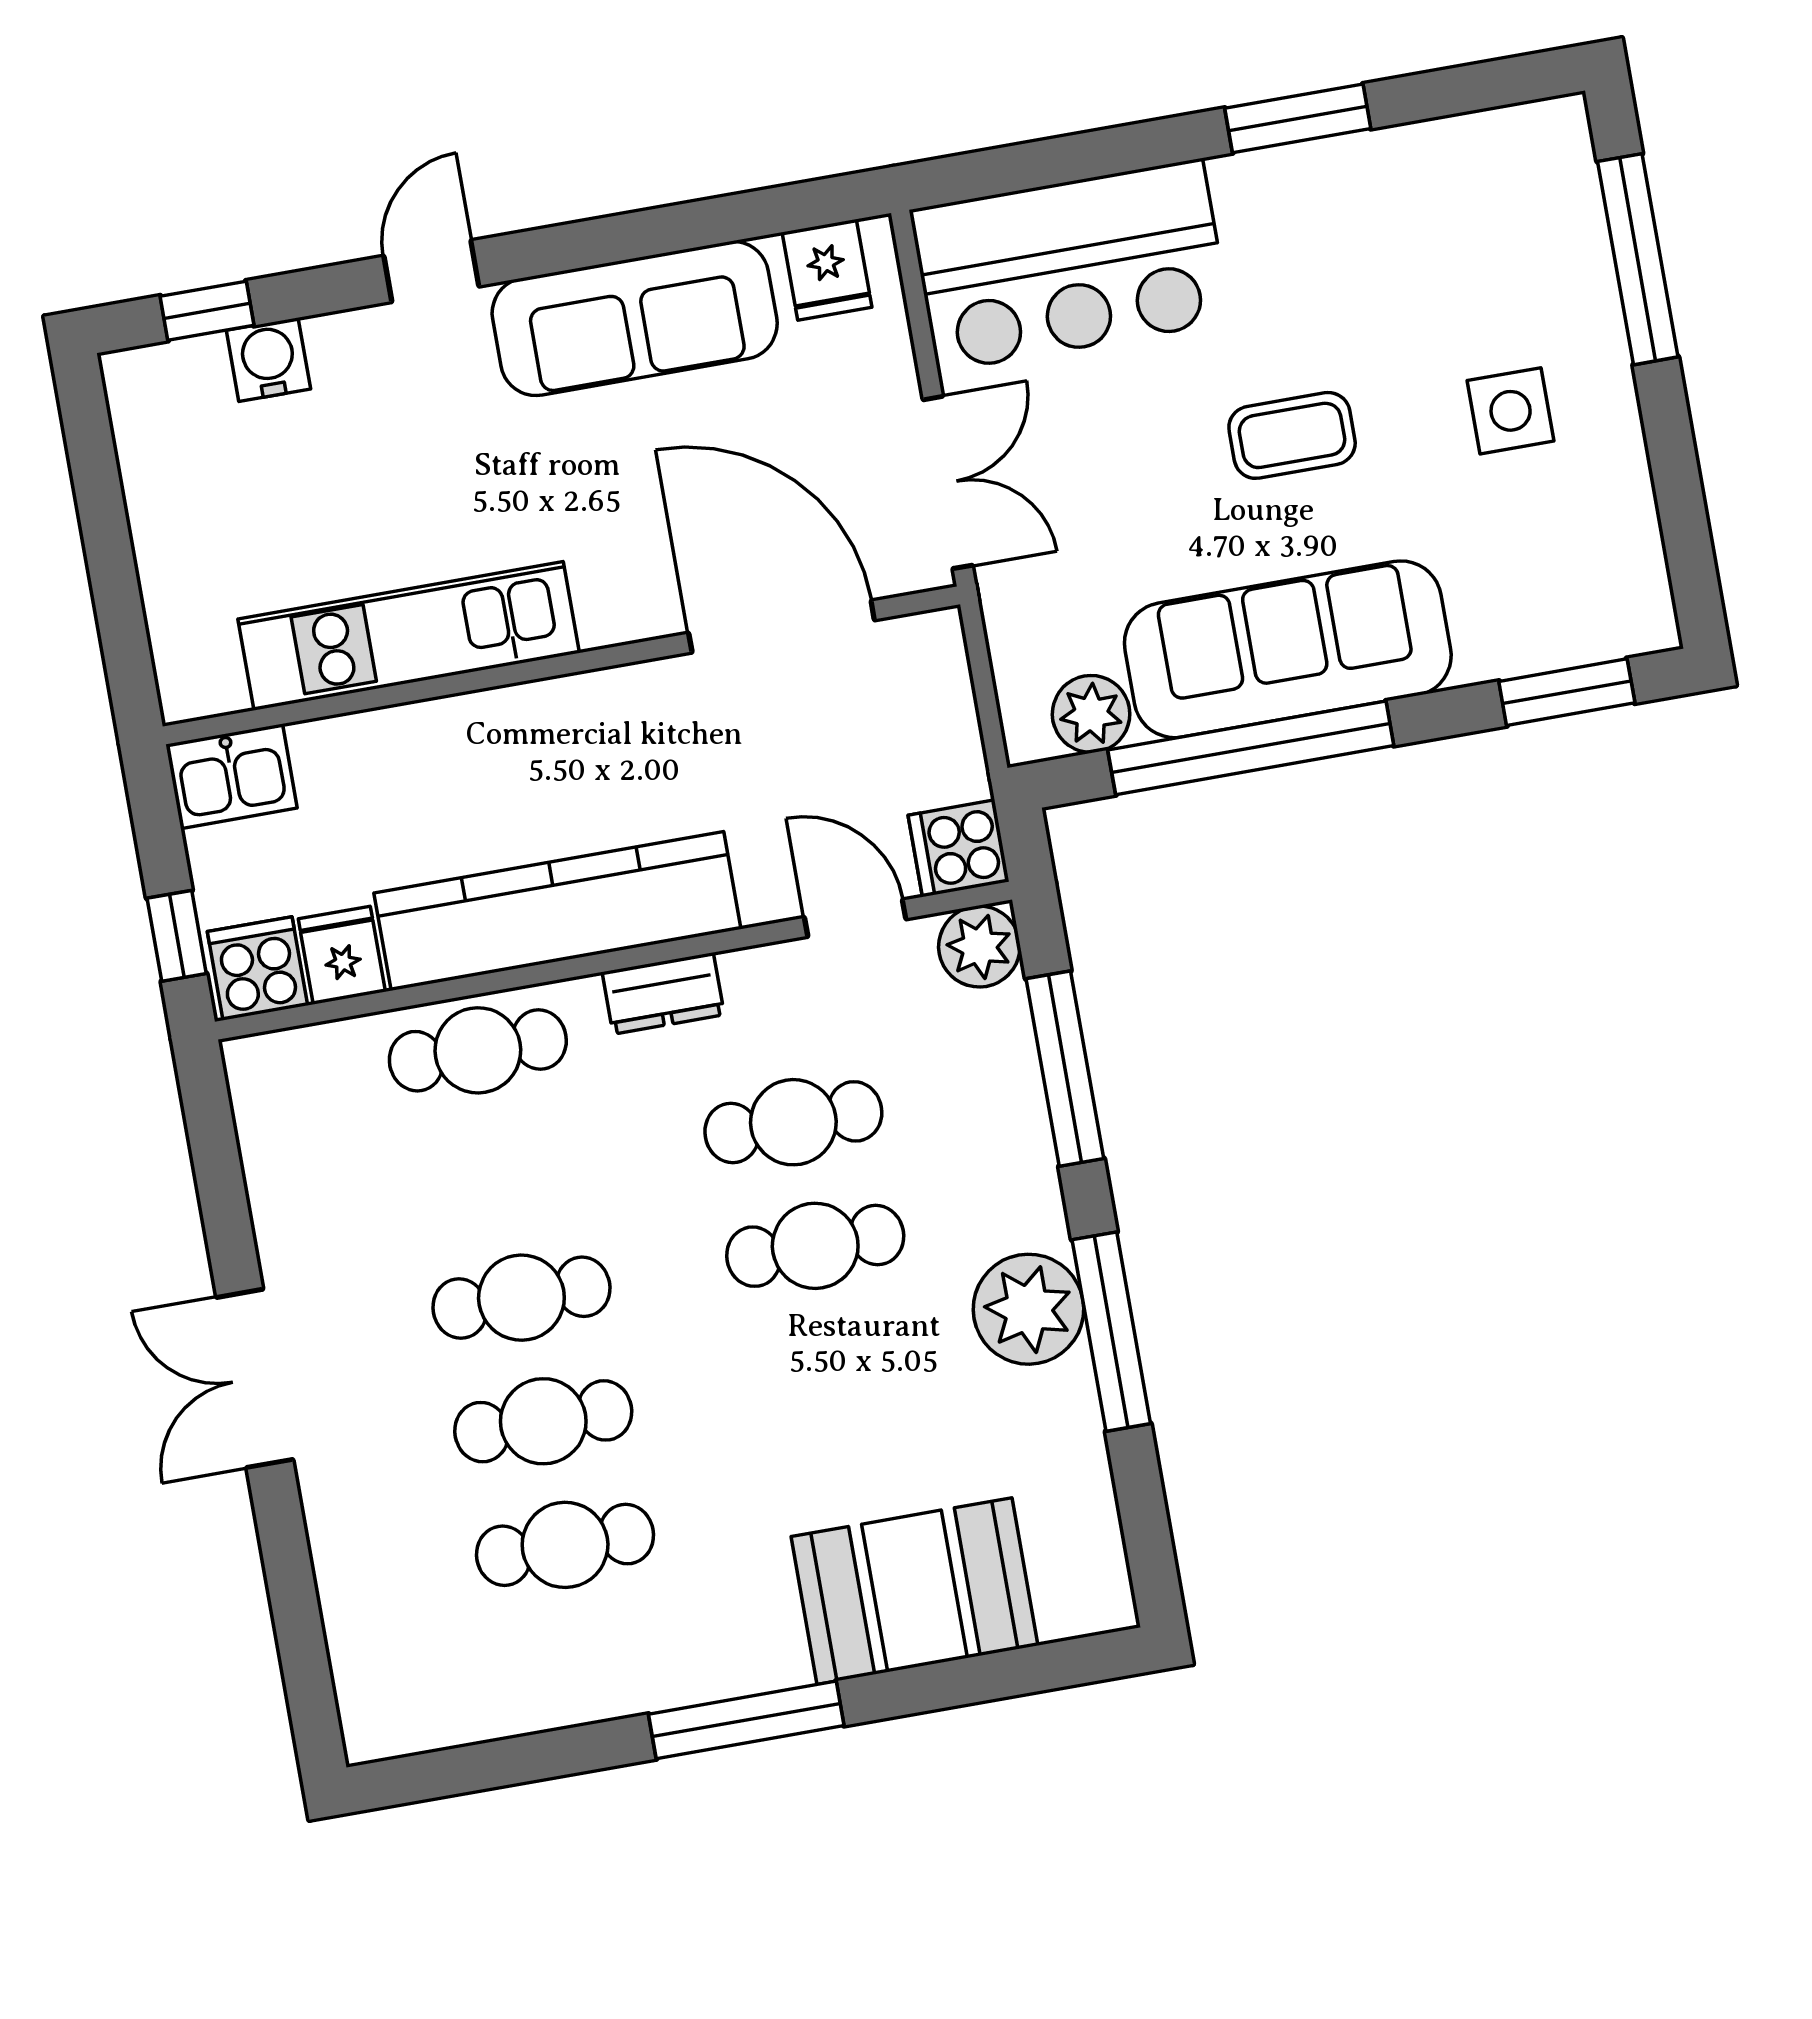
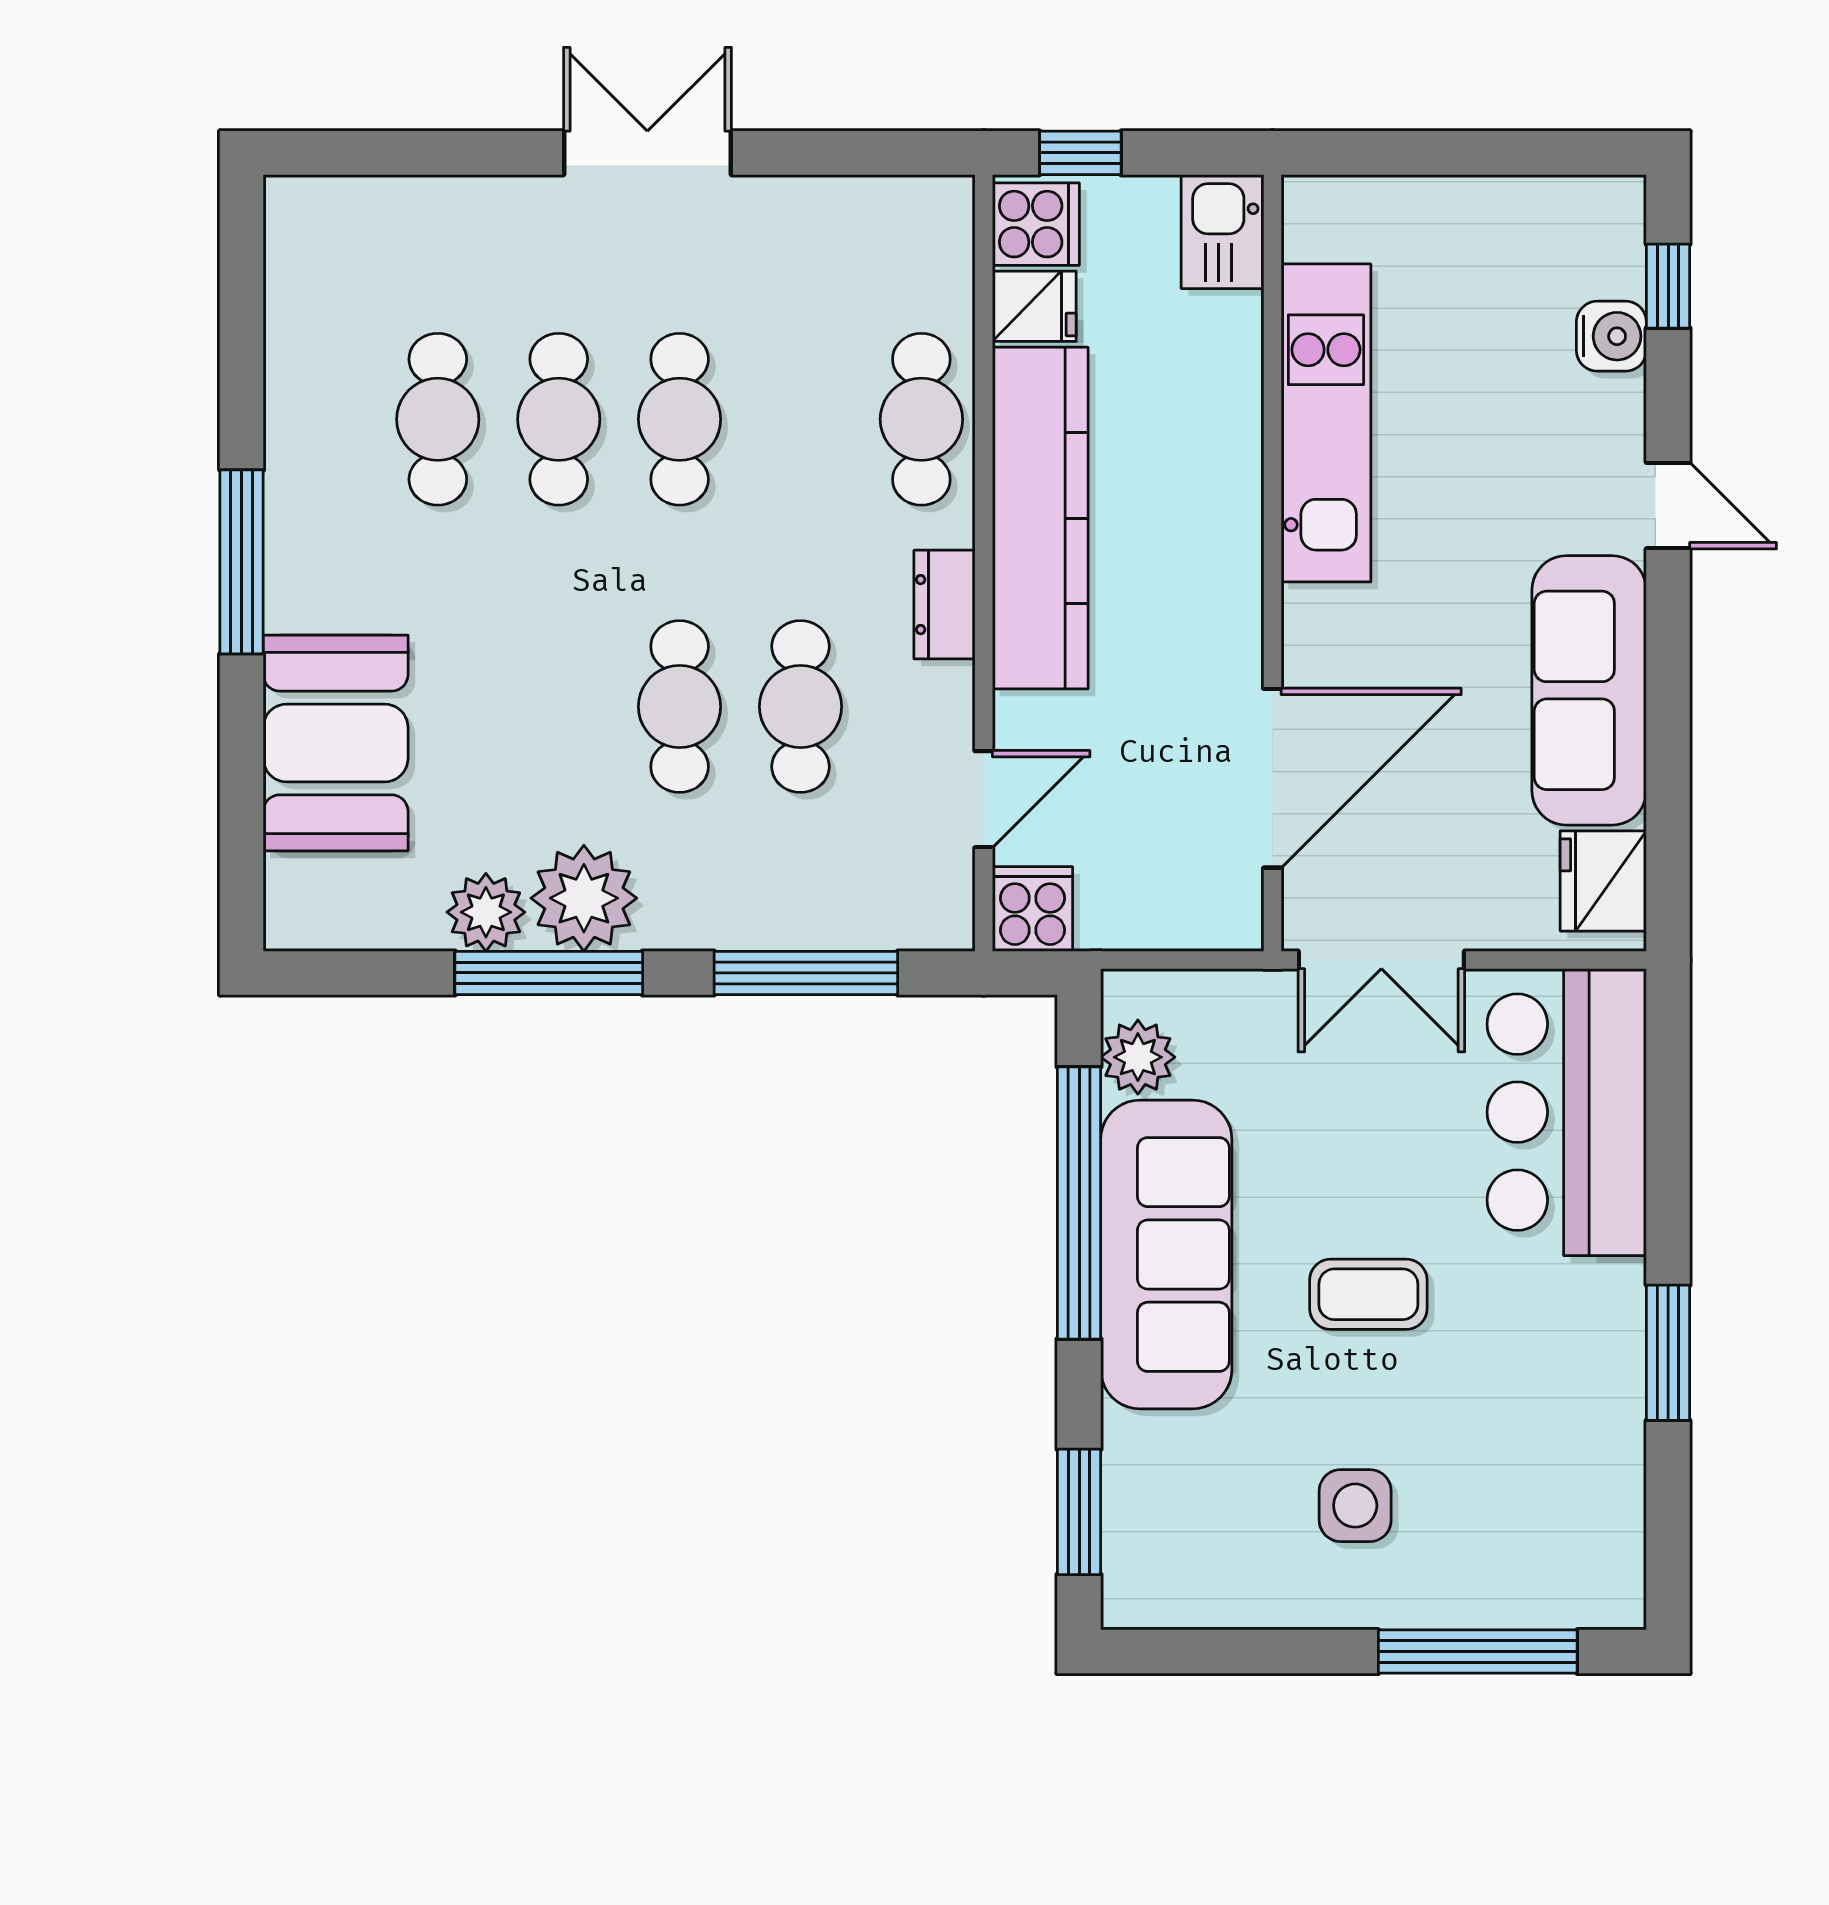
fridge: (827, 270) -> (1603, 881), width x1.38
coffee table: (1292, 435) -> (1368, 1294), turned 90
plant: (979, 947) -> (486, 912), moved

